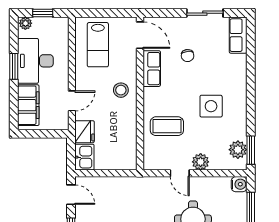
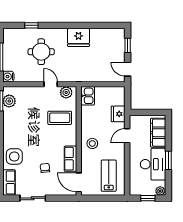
side table: (211, 106) -> (14, 156), moved
kitchen sink: (84, 157) -> (88, 96), moved, turned 180
plant: (201, 162) -> (66, 92), moved

